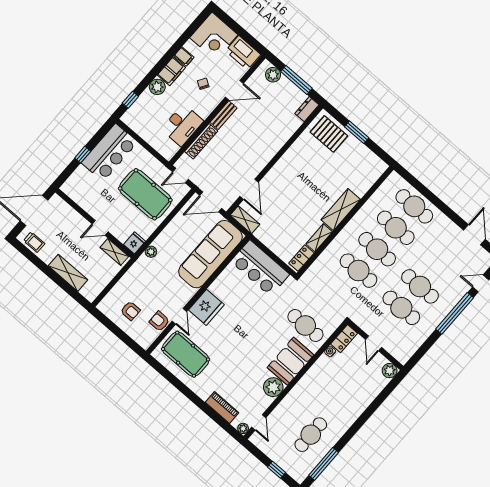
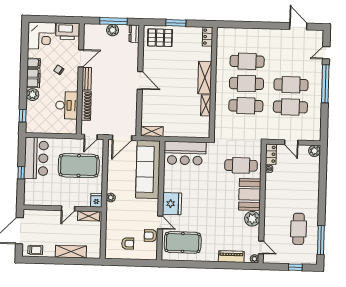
plant: (273, 75) -> (113, 30), moved
door: (249, 189) -> (140, 80), moved
cafe table: (414, 206) -> (248, 39), removed
locker: (301, 258) -> (208, 37), moved

